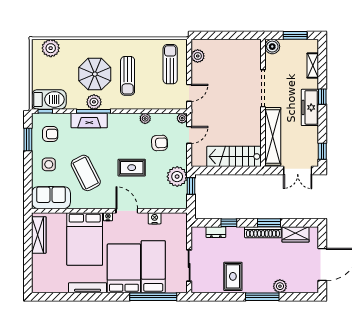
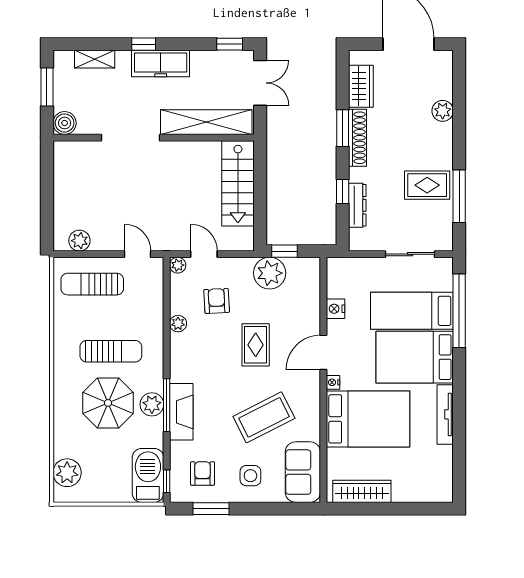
dresser: (216, 232) -> (357, 205), width x1.44
window: (262, 297) -> (459, 196), moved

